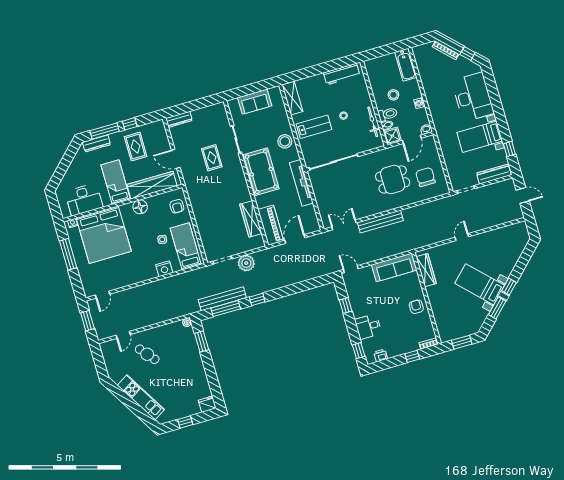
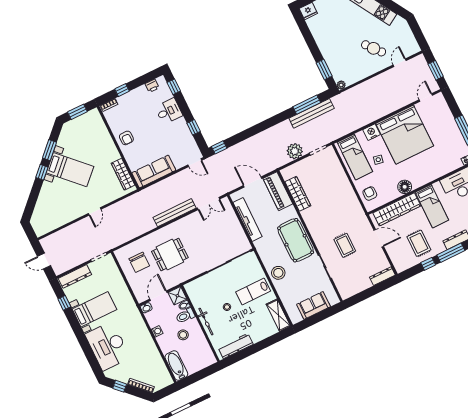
bicycle: (373, 122) -> (206, 322), moved
tv unit: (301, 183) -> (248, 219), moved
bed: (104, 235) -> (405, 135), moved, turned 180
door: (295, 239) -> (253, 182), swing flipped
window: (257, 299) -> (219, 147), moved

